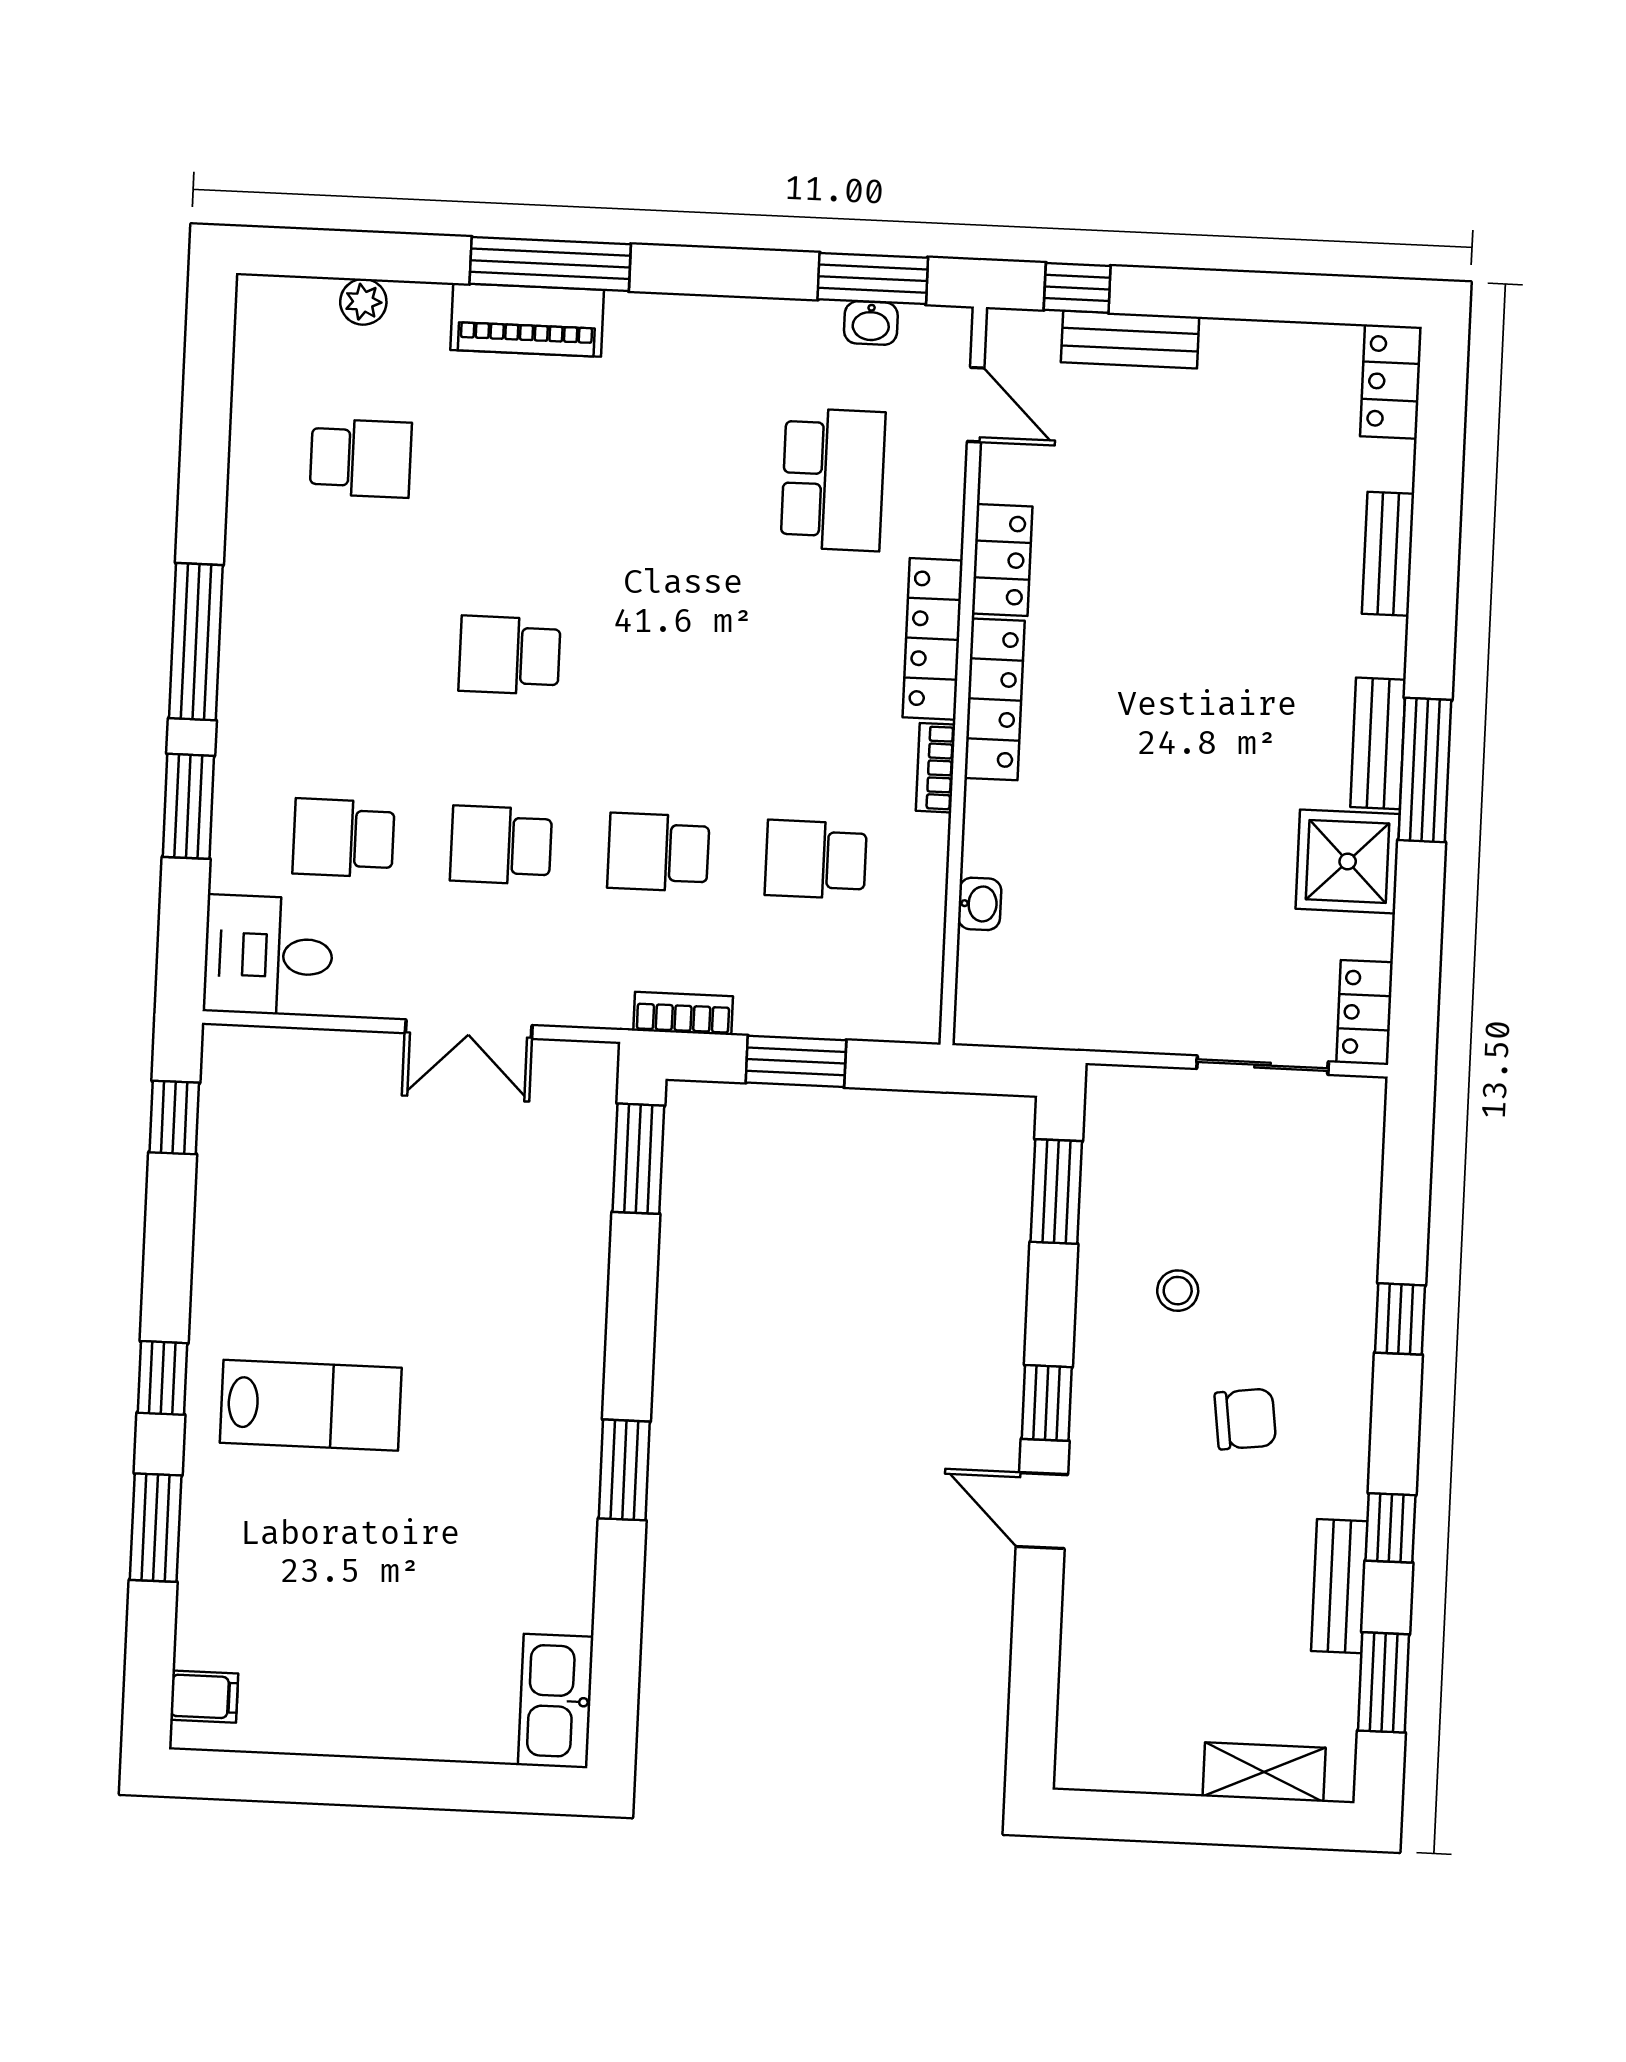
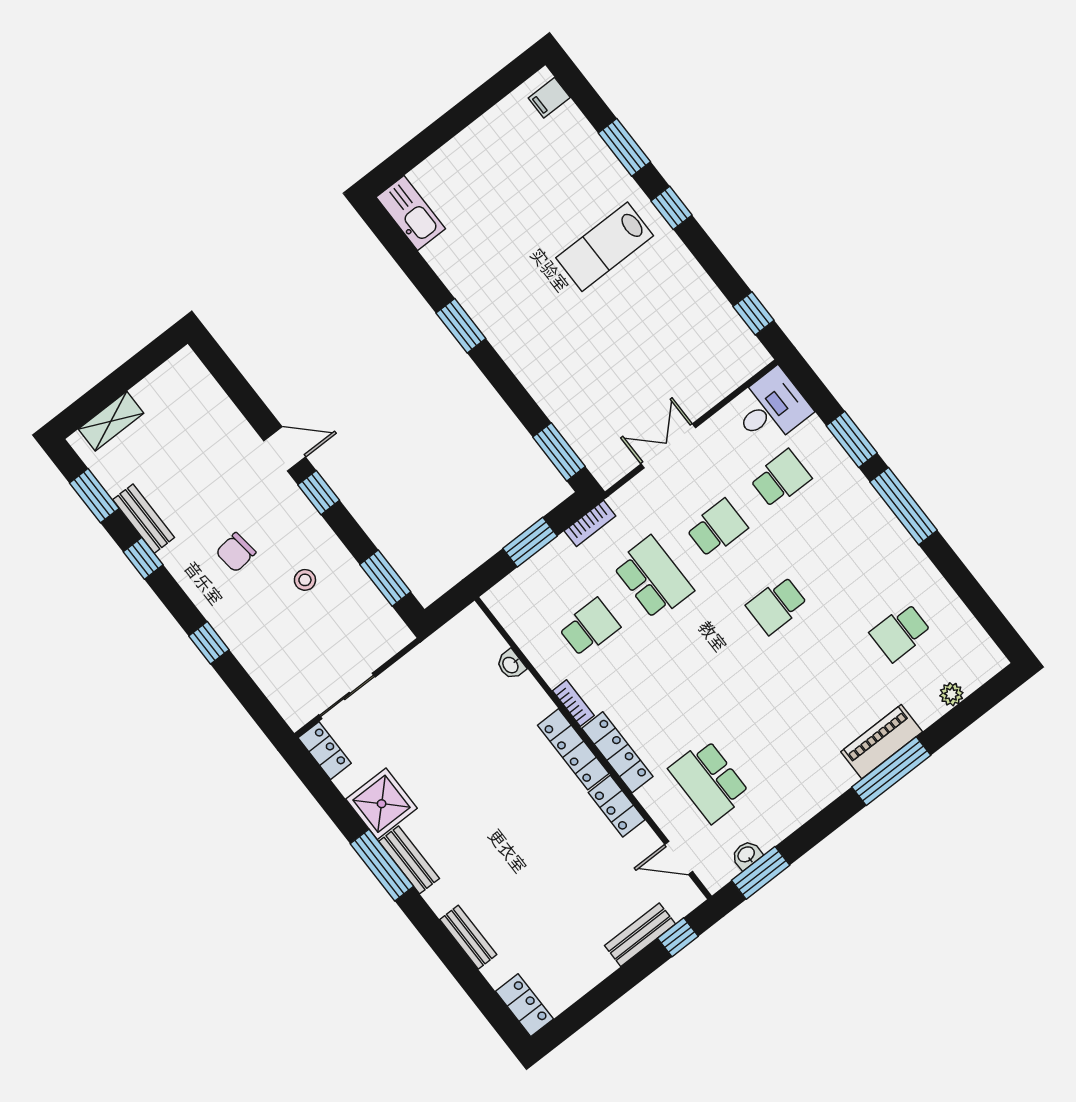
school desk: (510, 655) -> (777, 605), turned 180
school desk: (658, 852) -> (653, 578), width x1.85

